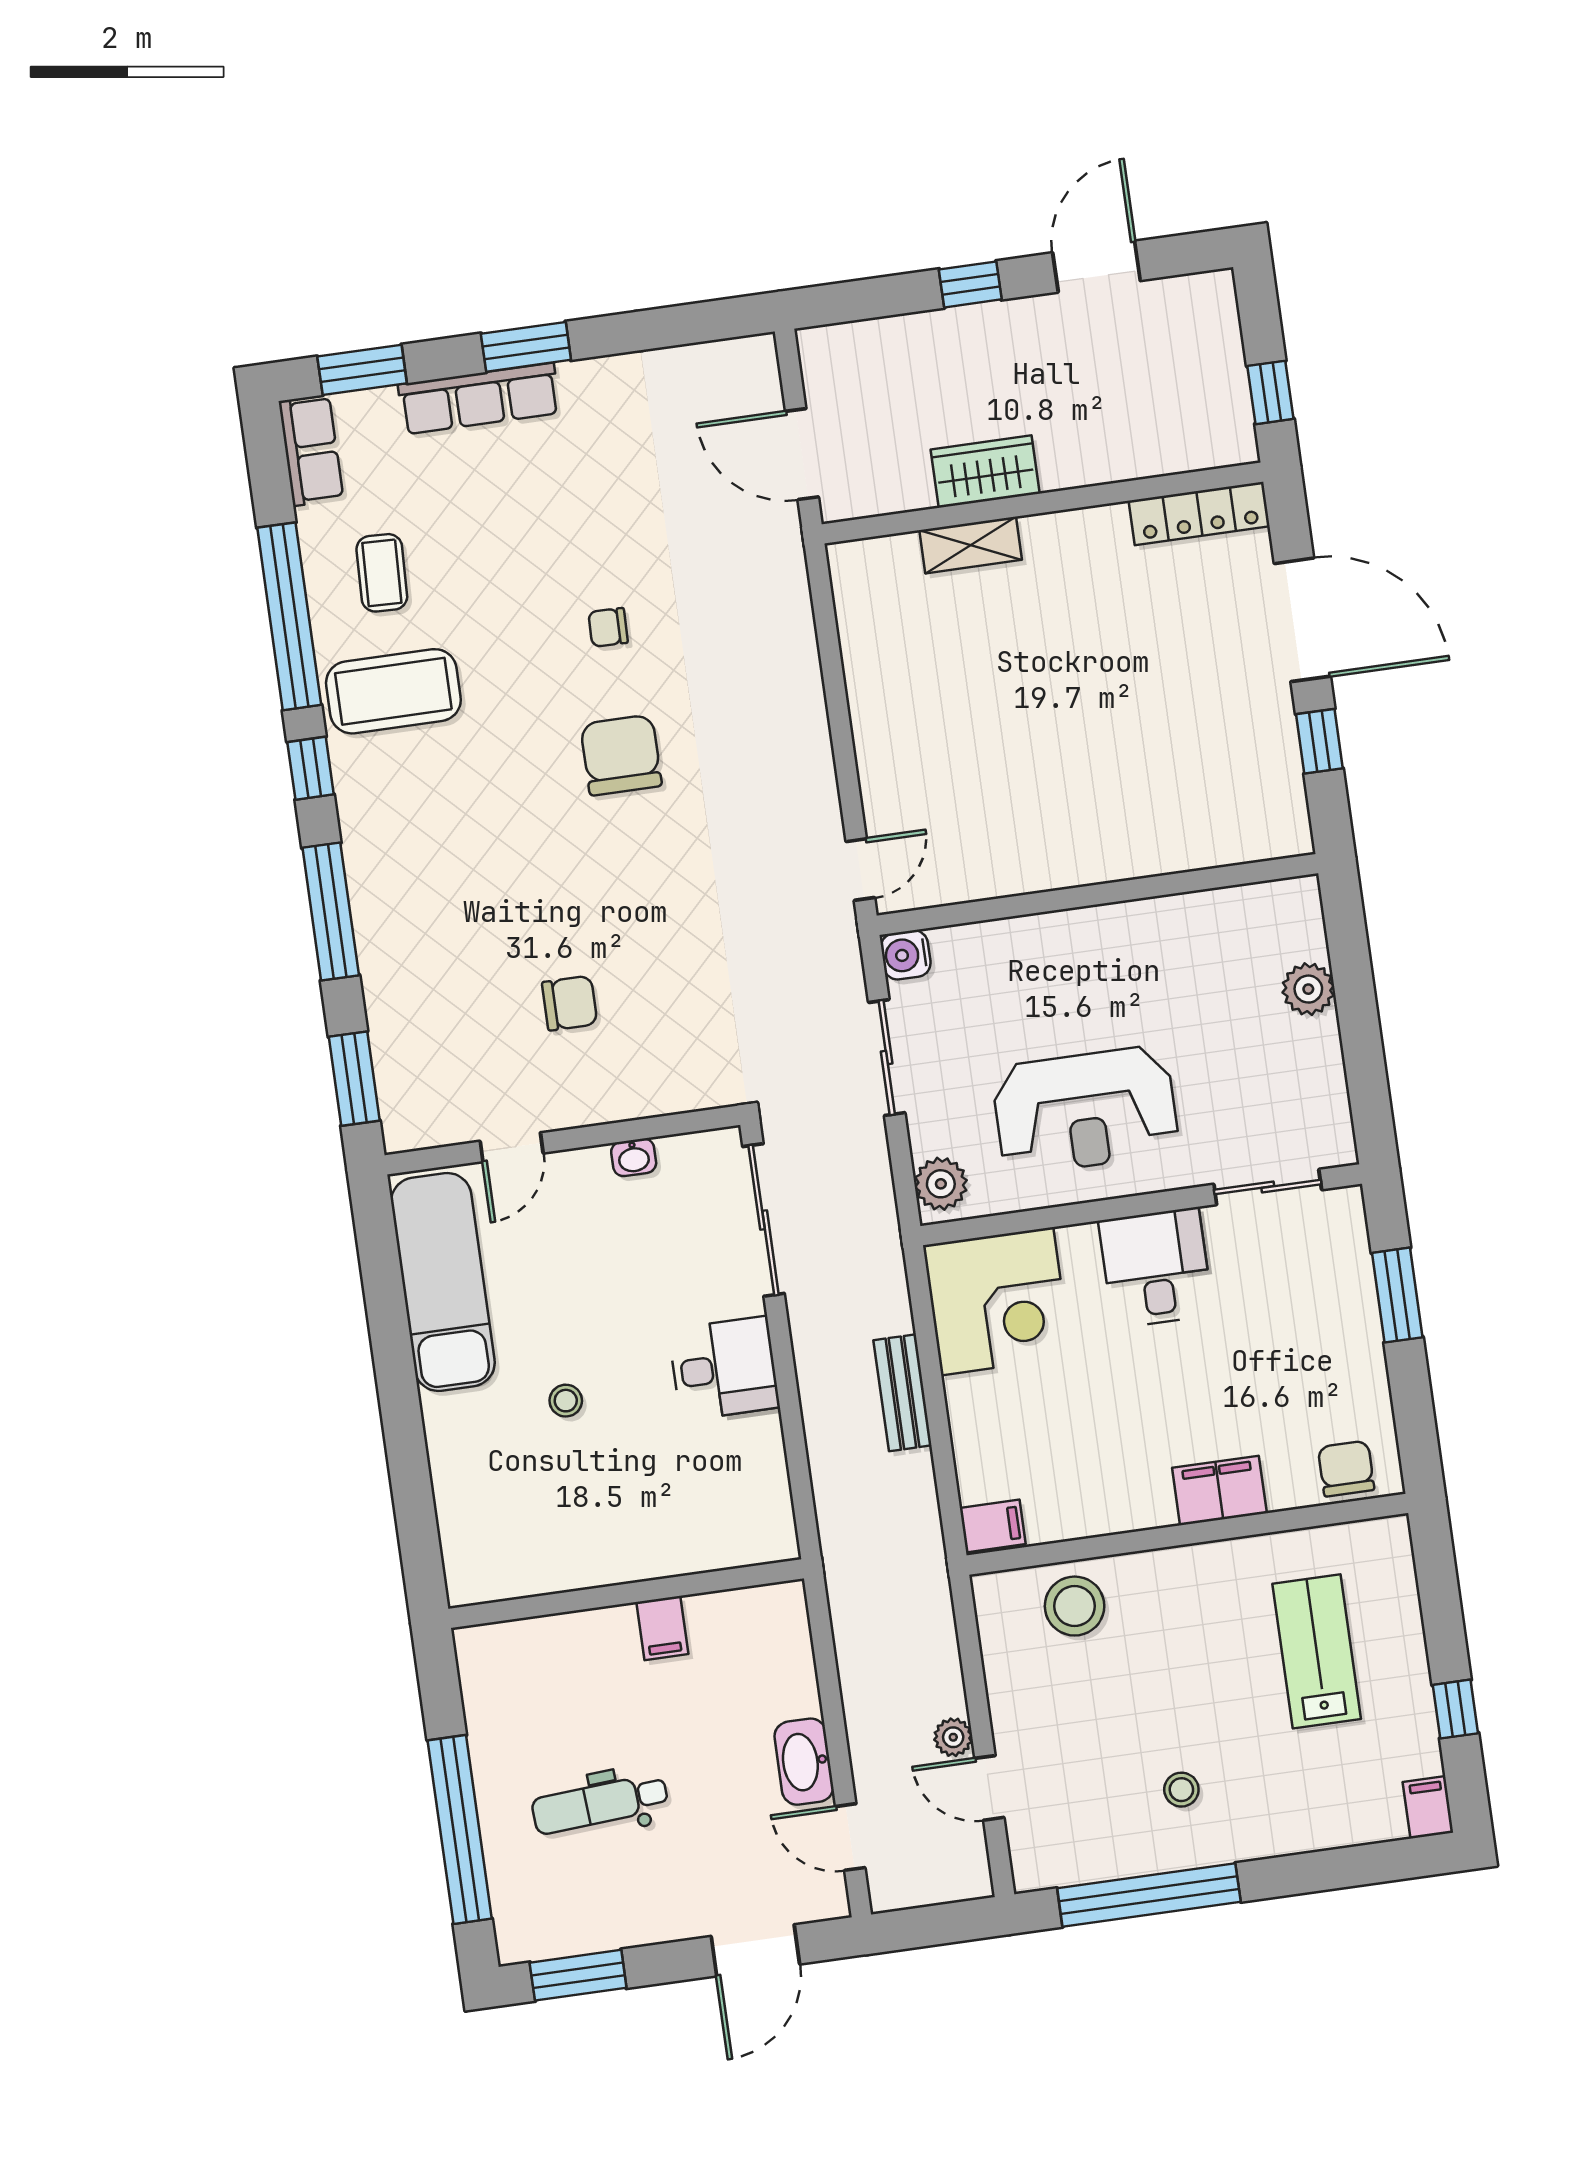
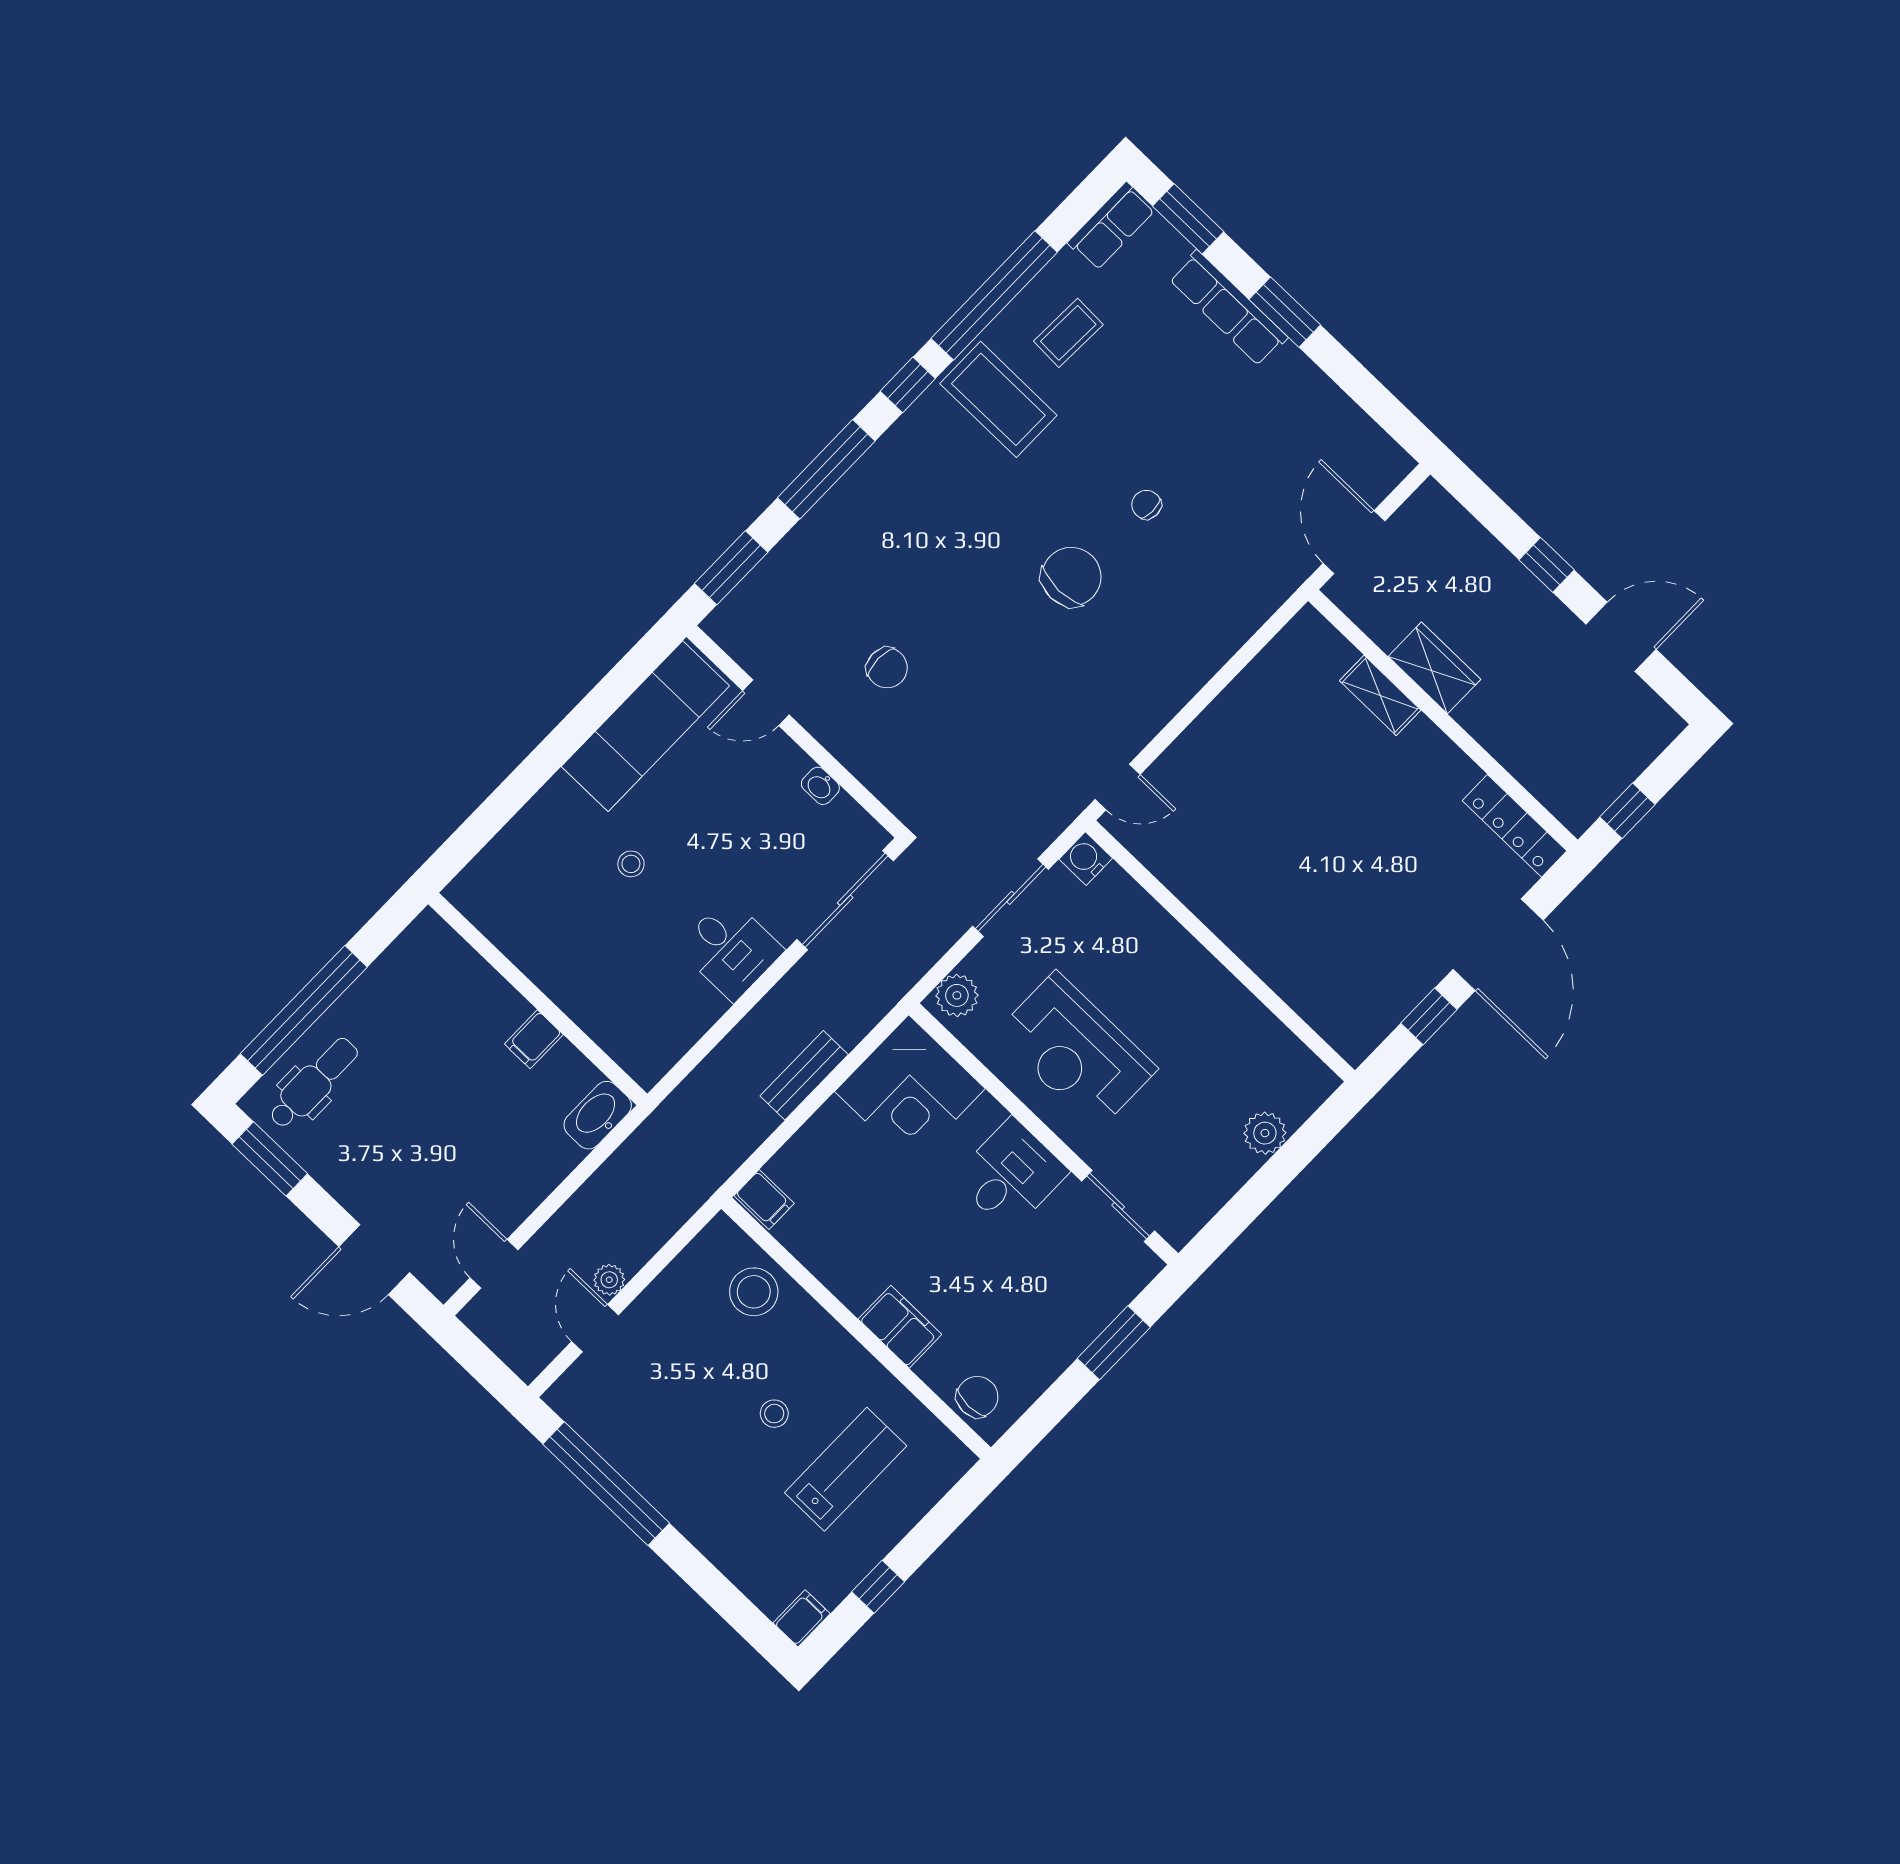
washbasin: (804, 1762) -> (598, 1115), moved
stool: (1181, 1790) -> (774, 1414), moved
dental chair: (600, 1804) -> (313, 1083), moved, turned 94

